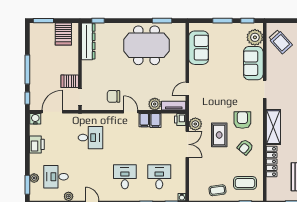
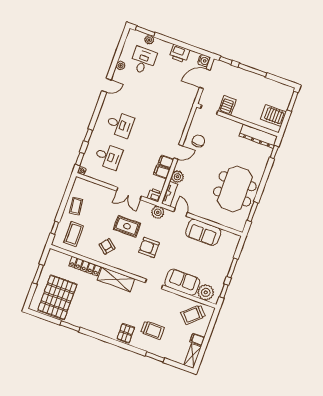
sofa: (199, 48) -> (203, 232), moved
door: (52, 112) -> (205, 79), swing flipped
armchair: (242, 120) -> (149, 247), moved, turned 180
plant: (195, 124) -> (158, 212), moved
desk: (90, 138) -> (168, 106), removed

